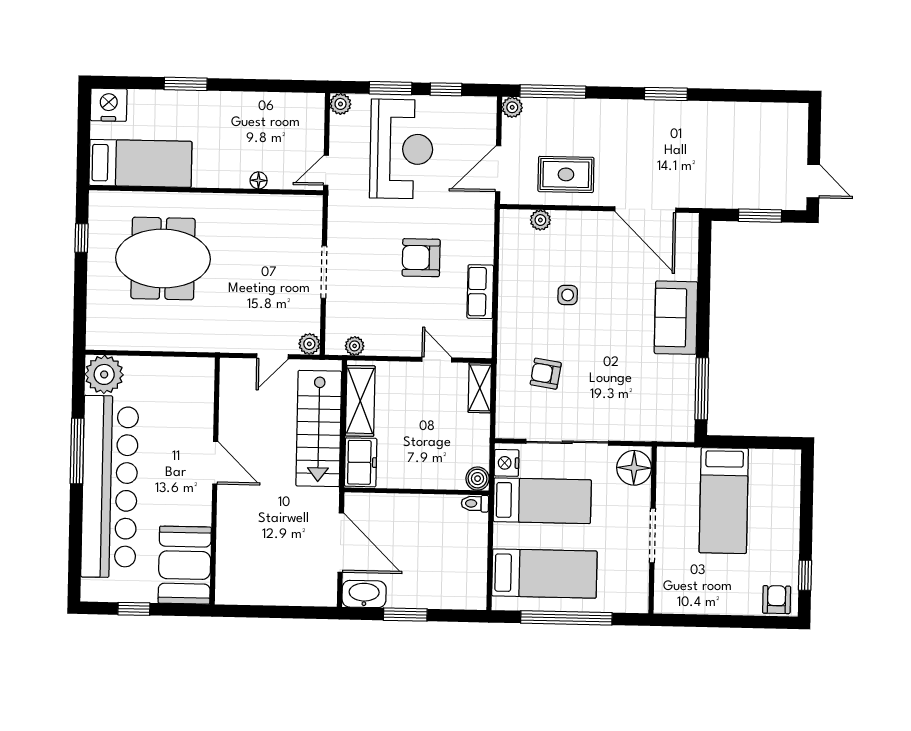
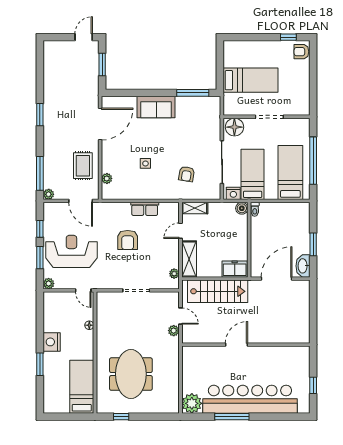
nightstand: (109, 105) -> (52, 342), moved
plant: (309, 344) -> (174, 331), moved
shelving: (360, 401) -> (189, 259), moved, turned 90
booth: (185, 565) -> (290, 359), removed

